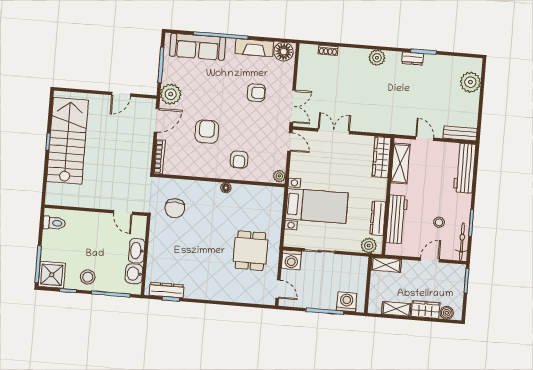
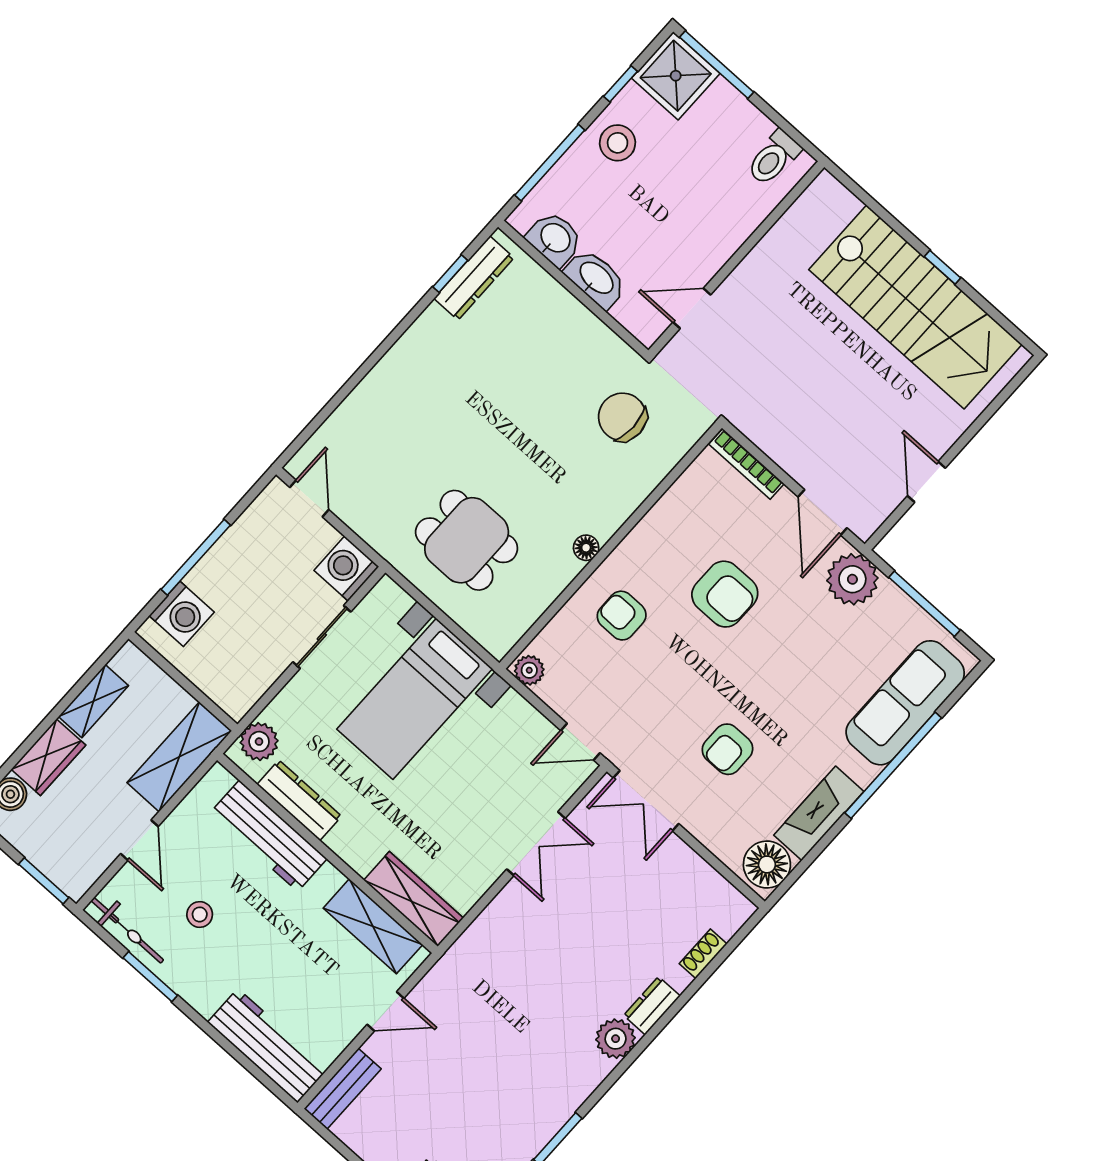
dresser: (413, 59) -> (652, 1006), moved
dining table: (251, 251) -> (467, 540), moved
shelving: (386, 265) -> (179, 757), width x1.50, depth x1.33
door: (278, 289) -> (309, 498), swing flipped

